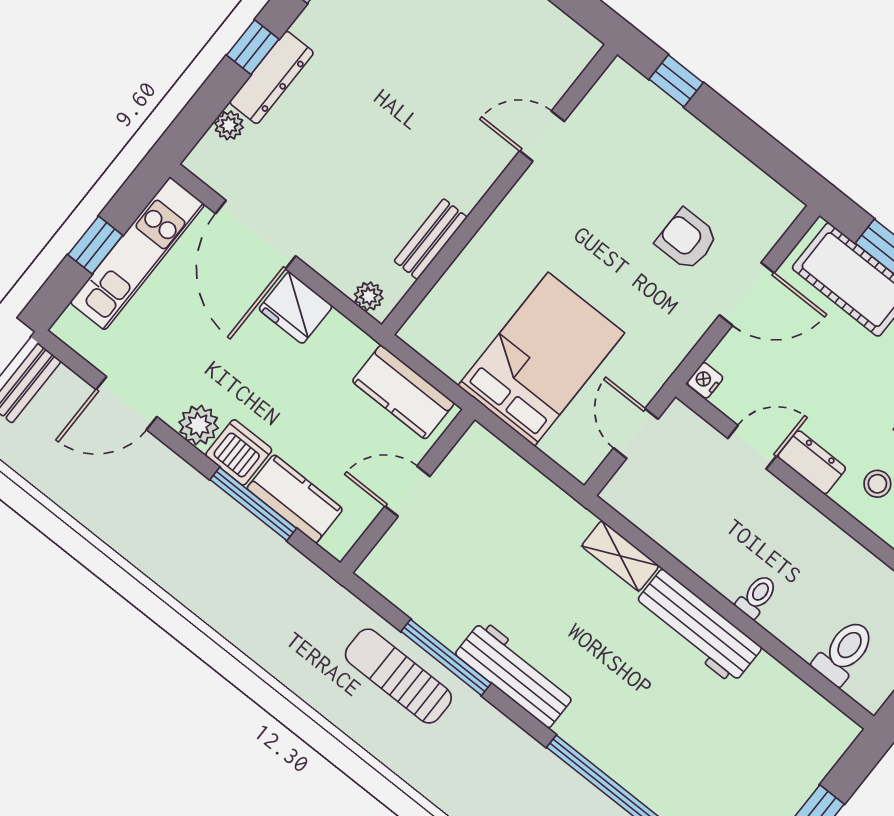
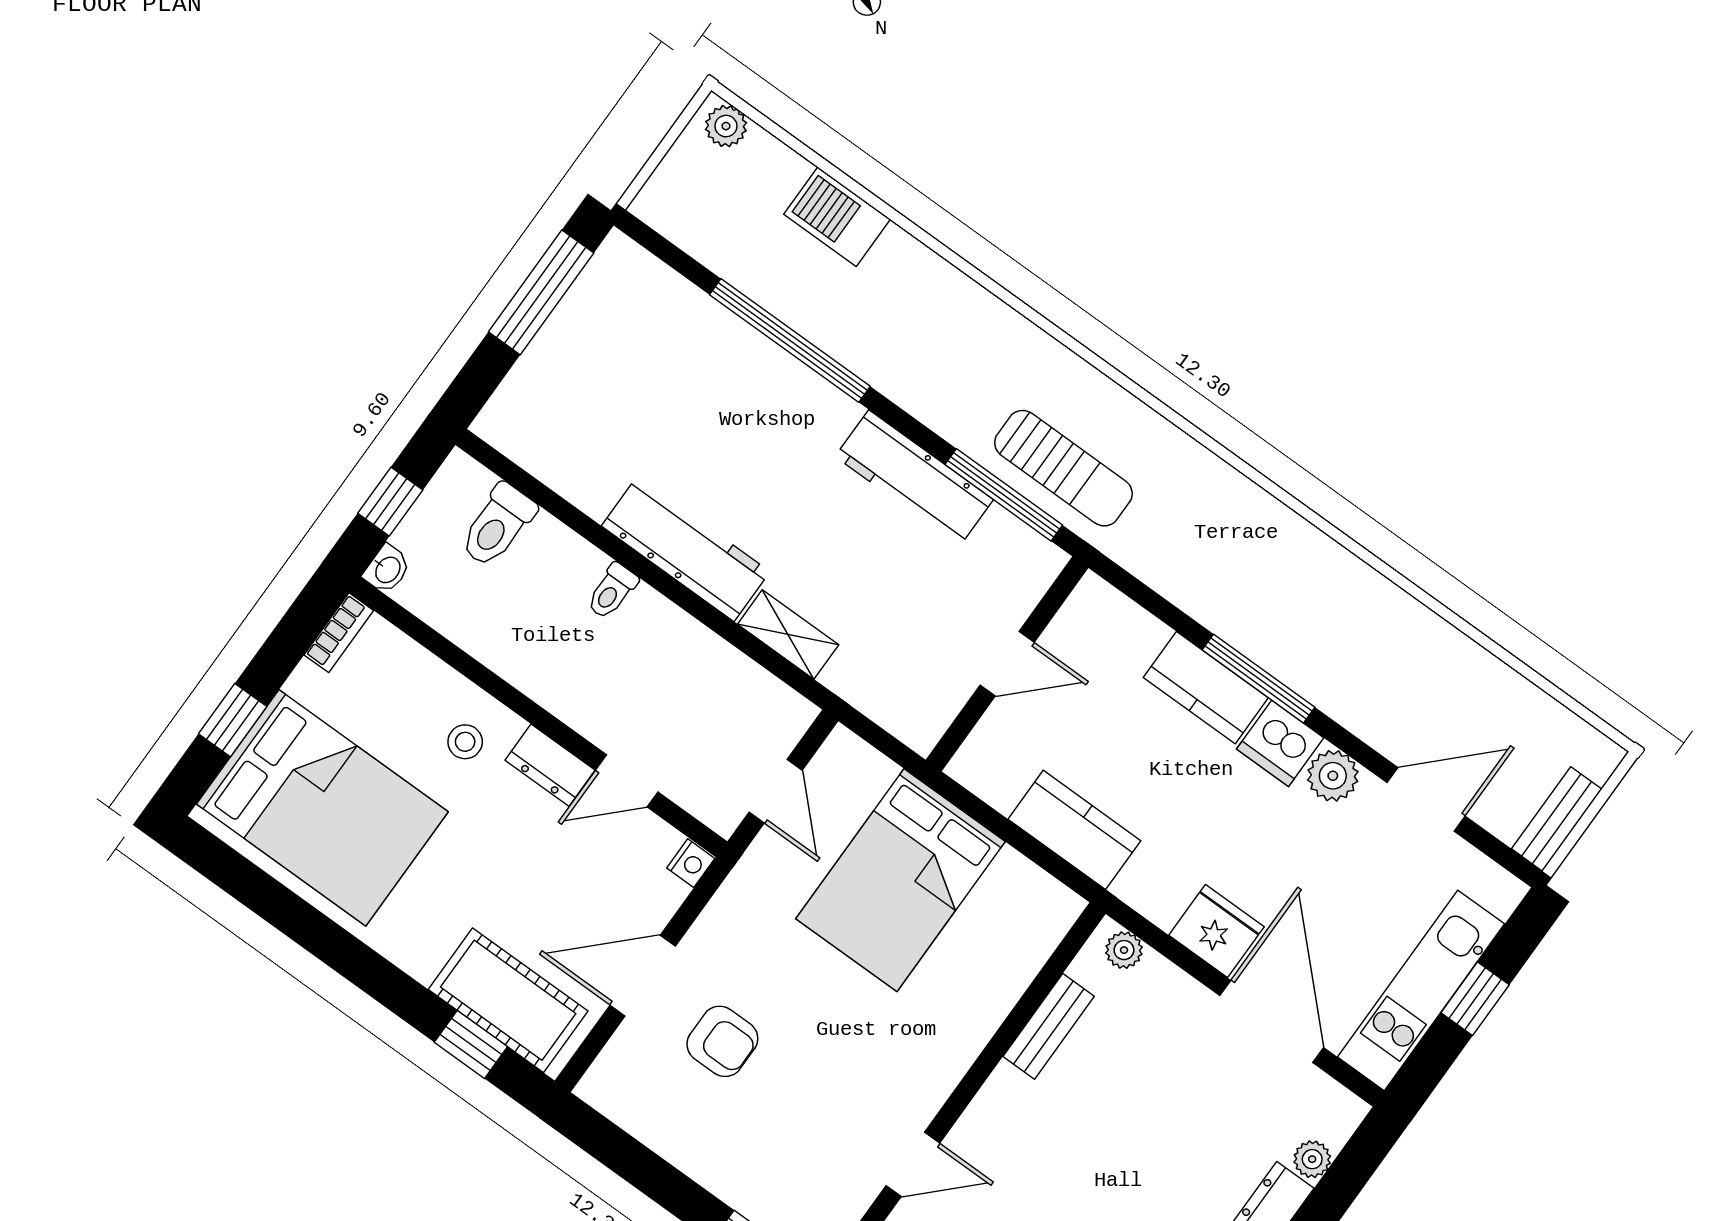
door: (407, 491) -> (1007, 664), moved
wall: (408, 491) -> (1007, 664), moved

